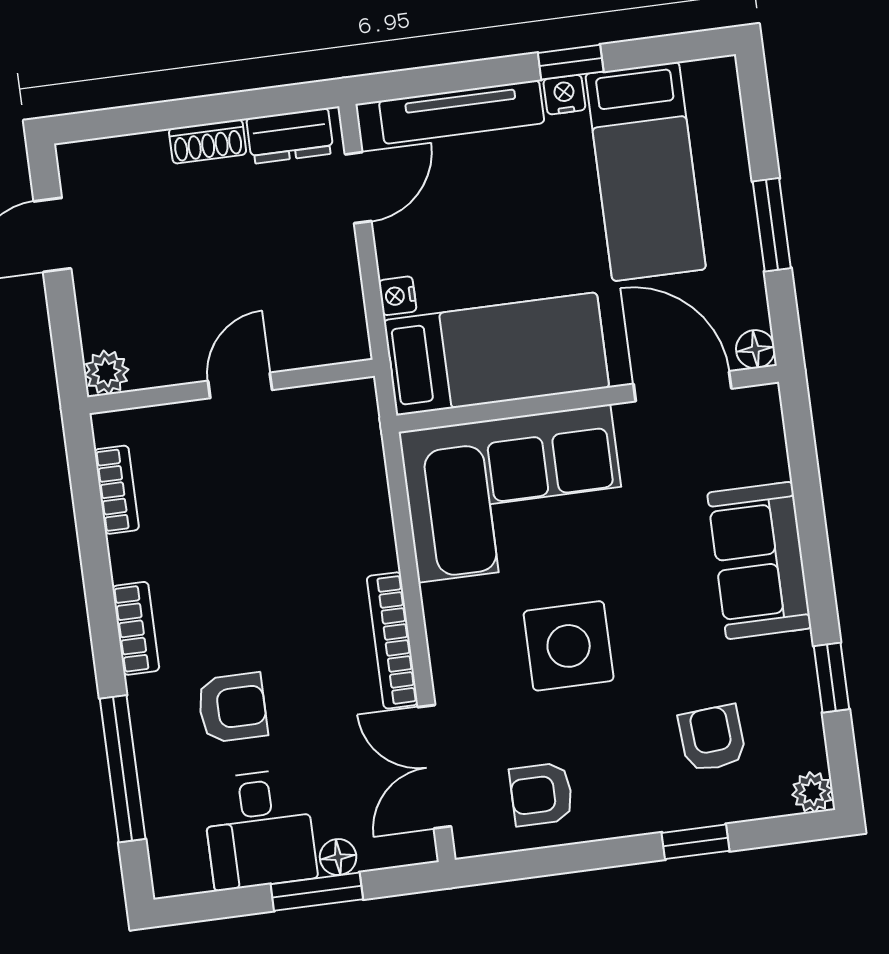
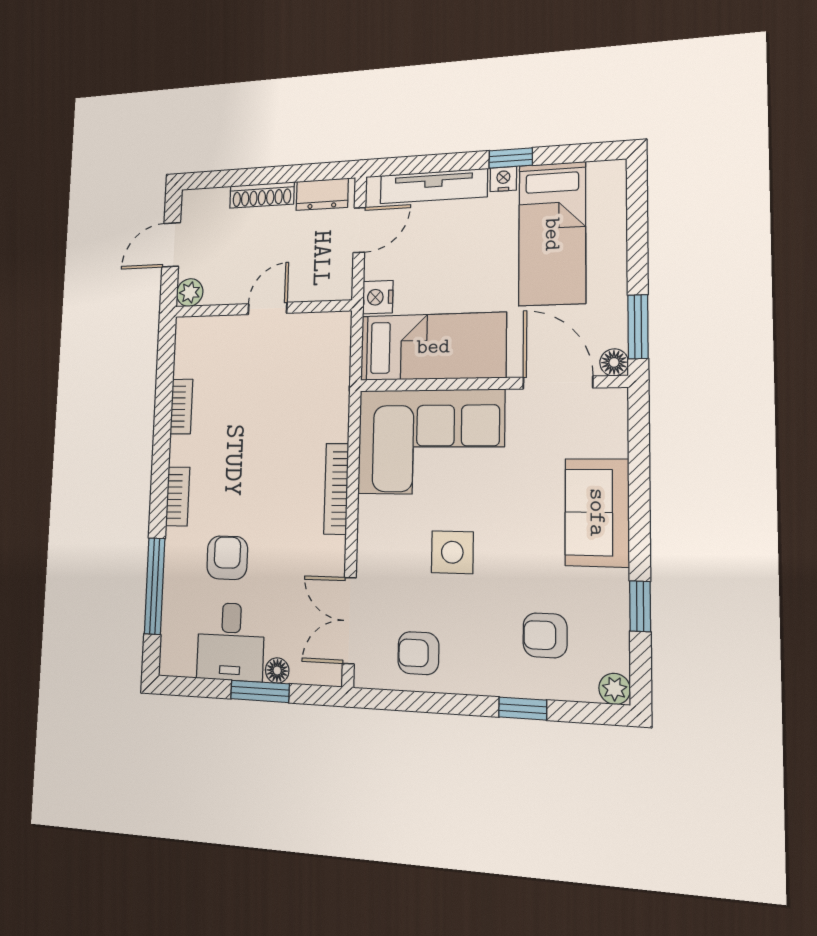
shoe rack: (208, 141) -> (262, 195), width x1.43
window: (772, 225) -> (638, 327), moved
nightstand: (398, 296) -> (378, 297), width x1.39, depth x1.35
plant: (106, 372) -> (190, 293), moved
door: (240, 385) -> (268, 308), moved
wall: (231, 387) -> (262, 309), moved
bookcase: (392, 640) -> (336, 489), moved
side table: (569, 646) -> (452, 552), width x0.73, depth x0.73
armchair: (232, 708) -> (227, 558), turned -90
armchair: (712, 738) -> (545, 635), turned -86

